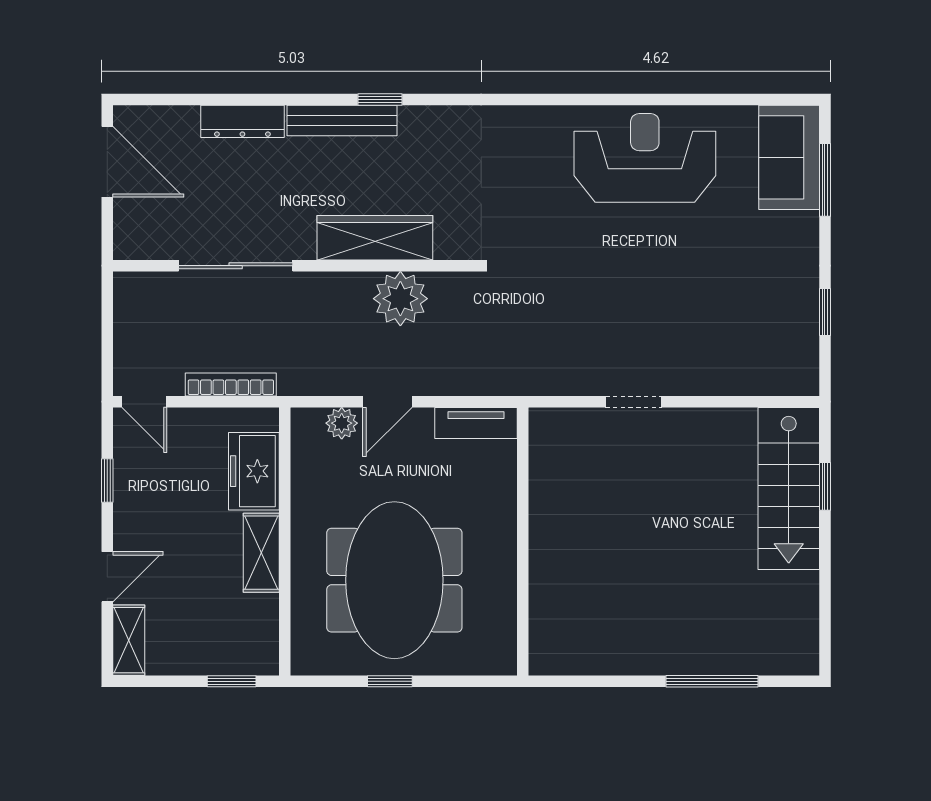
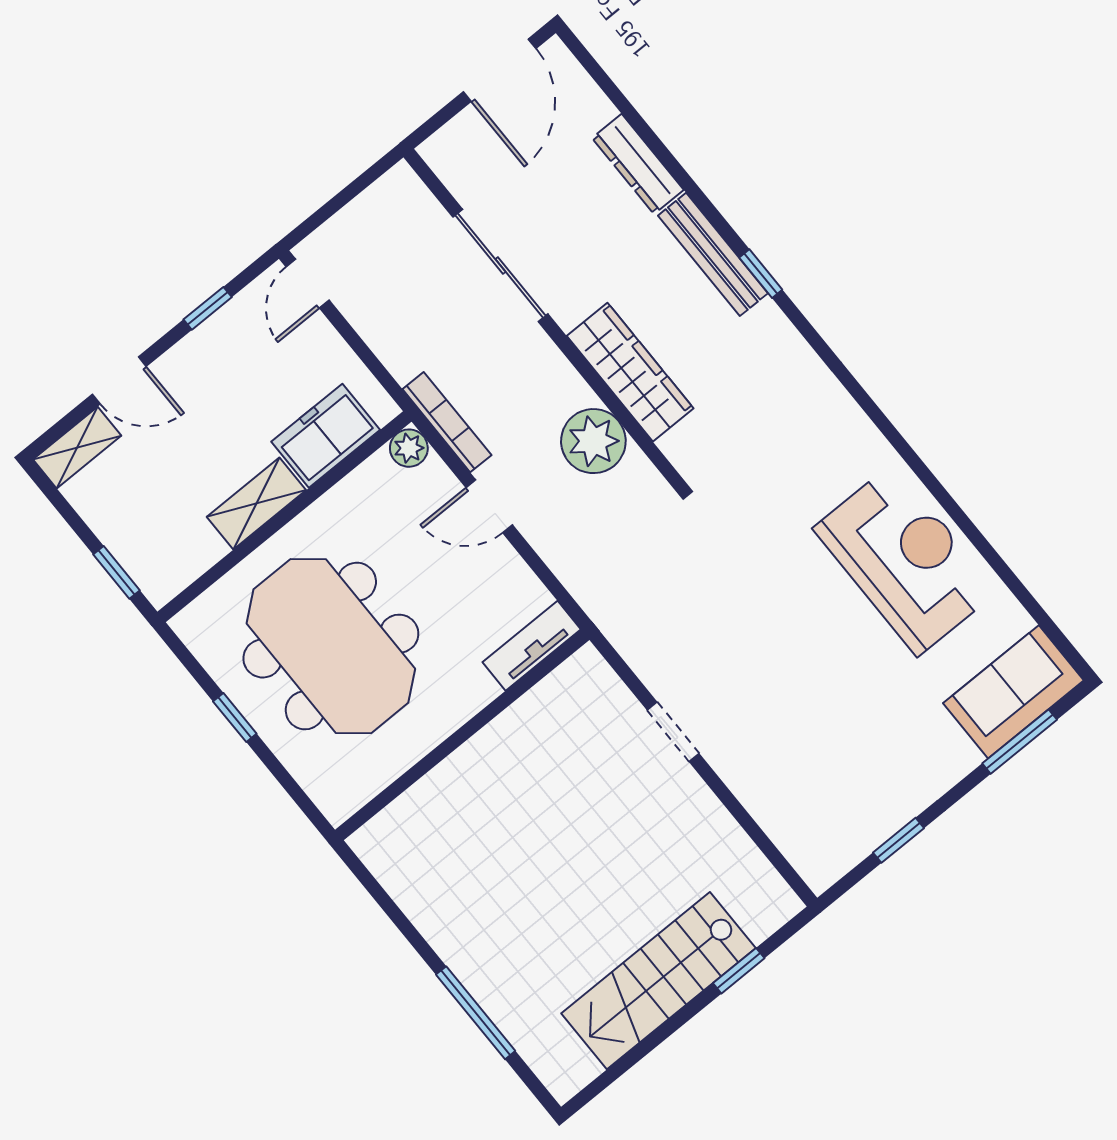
bookcase: (231, 384) -> (447, 422), moved
plant: (342, 423) -> (409, 448), moved
tv unit: (476, 423) -> (532, 646), moved, turned 90
stairs: (789, 489) -> (658, 981), moved
meeting table: (394, 580) -> (331, 646), turned 90

